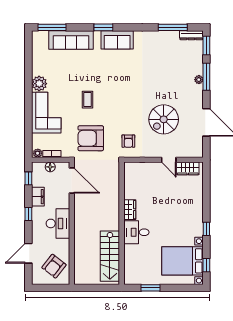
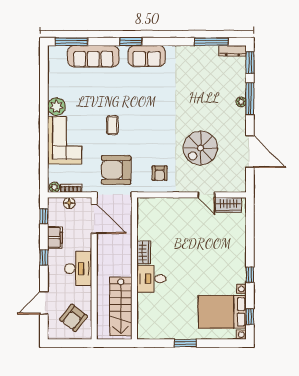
wardrobe: (130, 210) -> (144, 253), moved
wall: (122, 223) -> (134, 268), moved
desk: (136, 232) -> (151, 279), moved
stairs: (110, 256) -> (121, 306), moved

